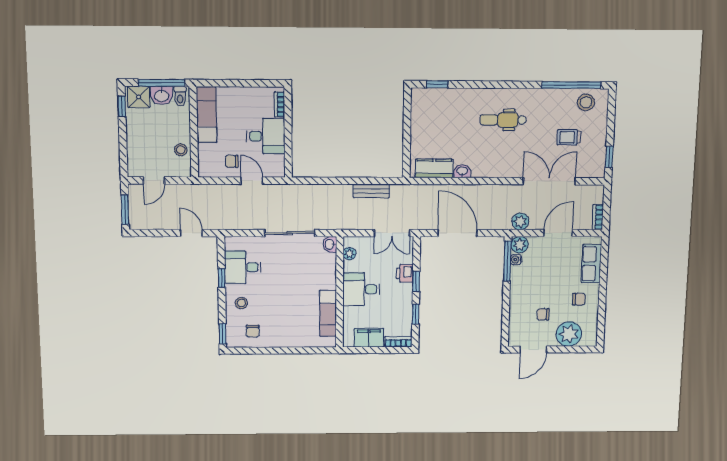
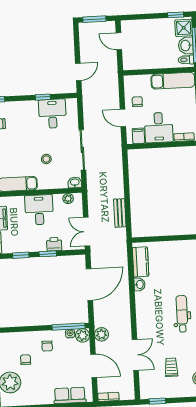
stool: (181, 150) -> (144, 61), removed
filing cabinet: (275, 162) -> (138, 136), added
door: (252, 181) -> (123, 118), swing flipped
double door: (549, 181) -> (135, 355), width x0.73
chair: (579, 299) -> (47, 346), moved
stool: (241, 303) -> (46, 159), moved

